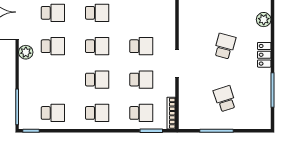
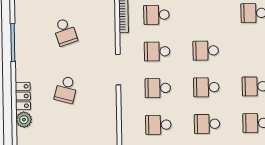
locker: (264, 55) -> (23, 96), moved
school desk: (97, 113) -> (158, 125), moved

